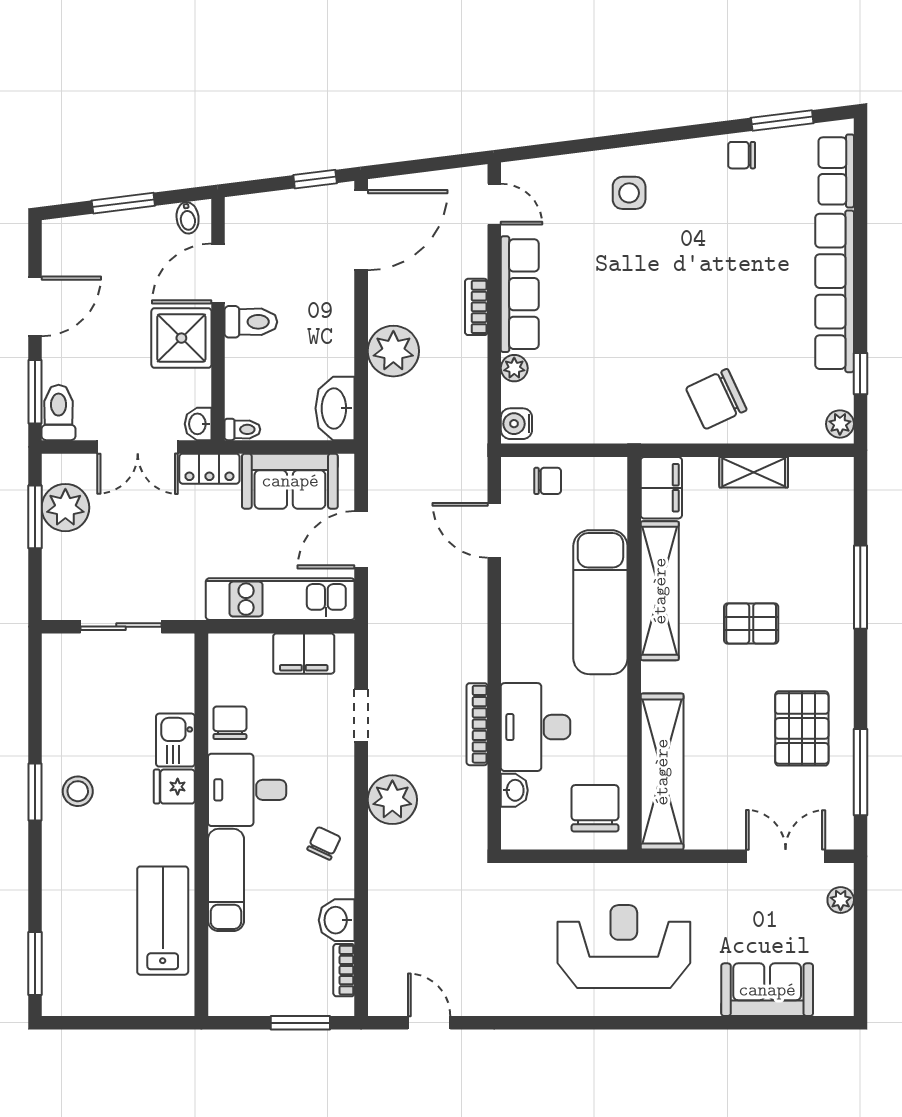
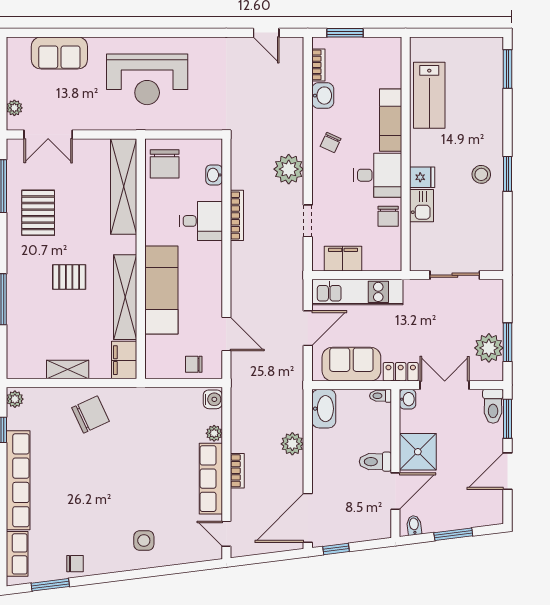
plant: (393, 351) -> (292, 444), width x0.73, depth x0.73
desk: (536, 727) -> (201, 221), width x0.73

